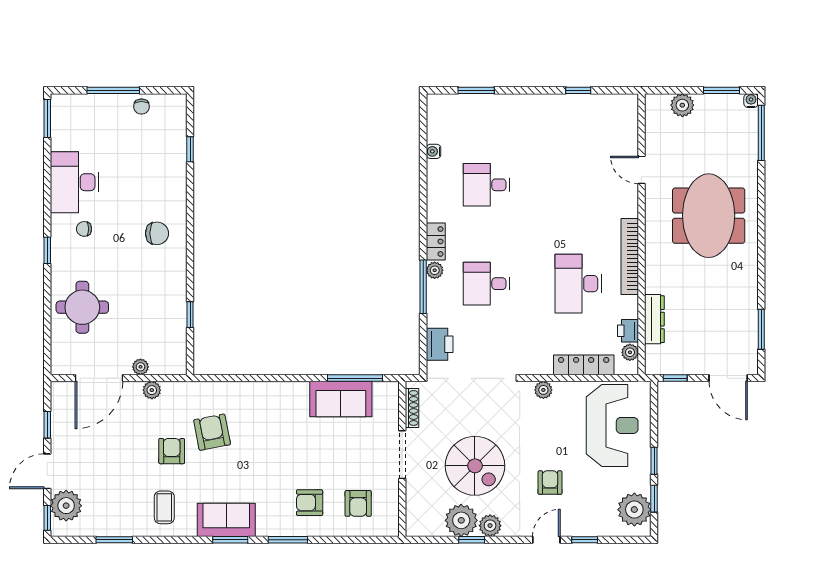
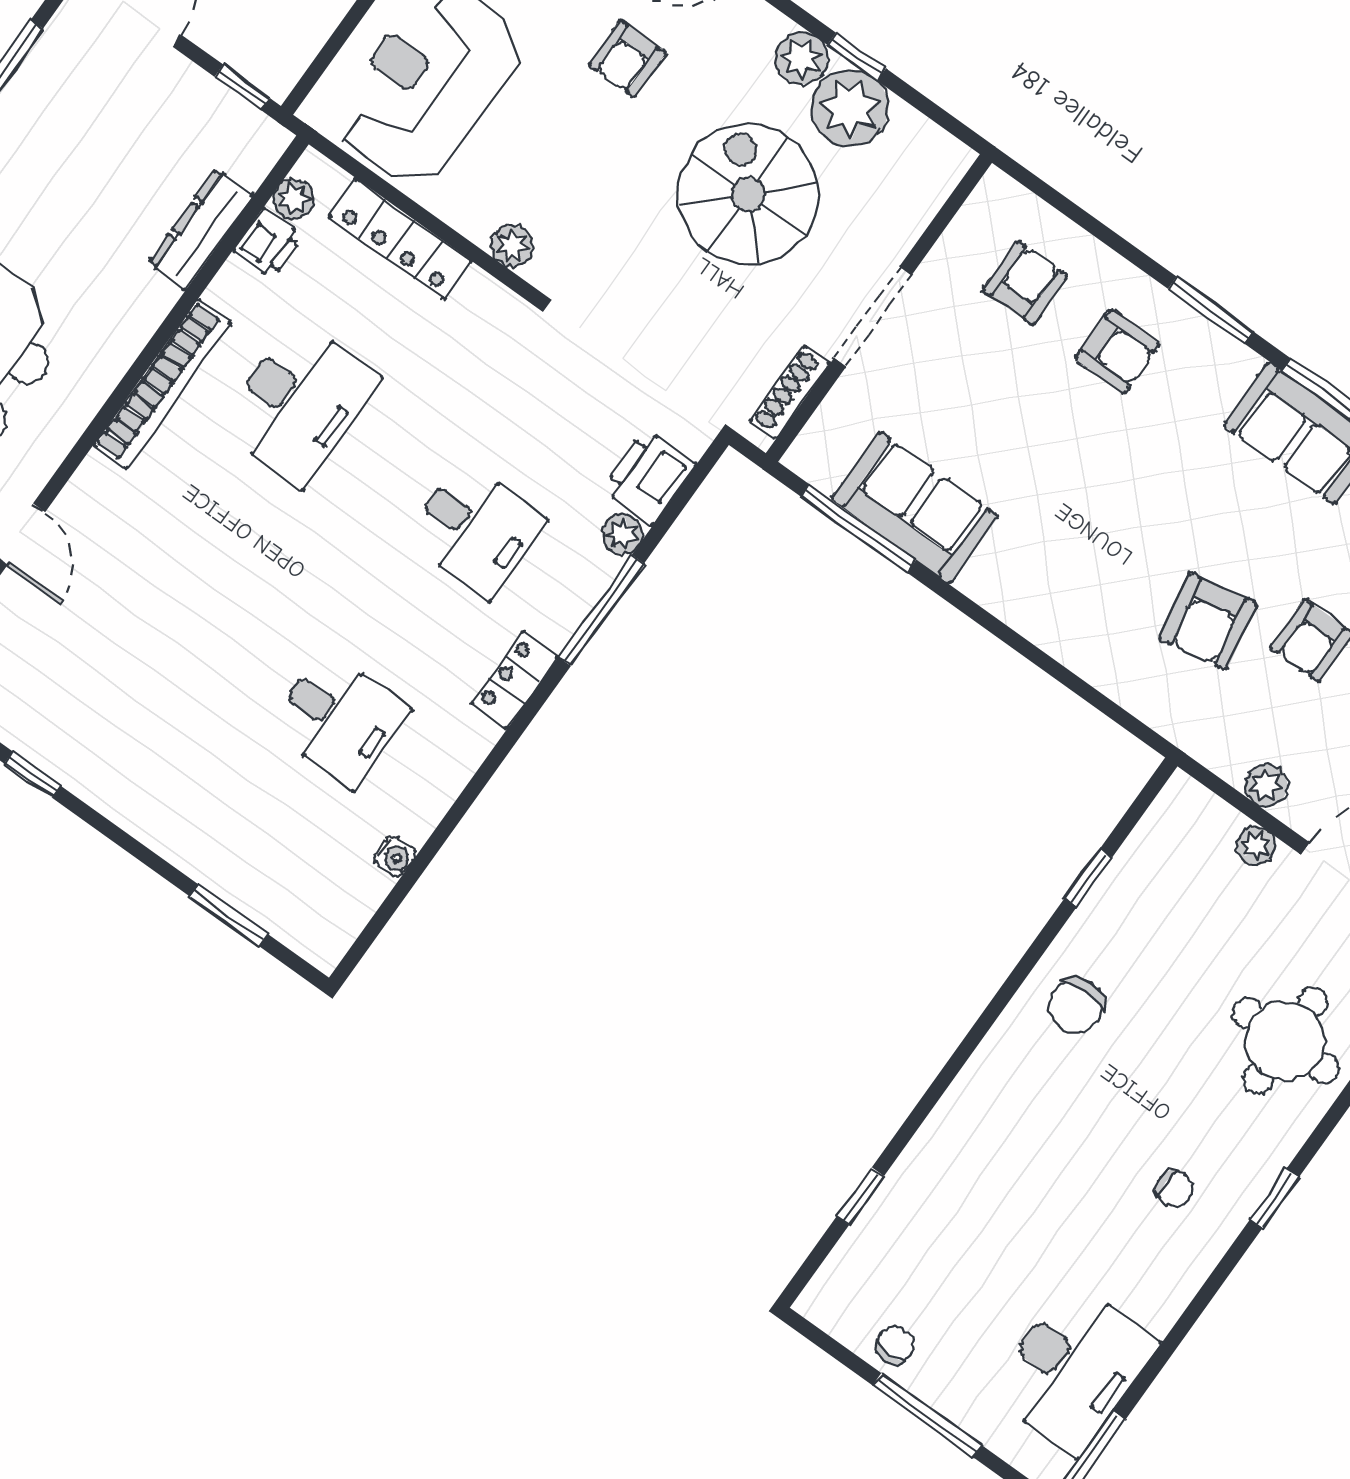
desk: (75, 182) -> (1074, 1368), moved
chair: (157, 233) -> (1076, 1005), moved, turned -90
plant: (435, 270) -> (622, 534), moved

